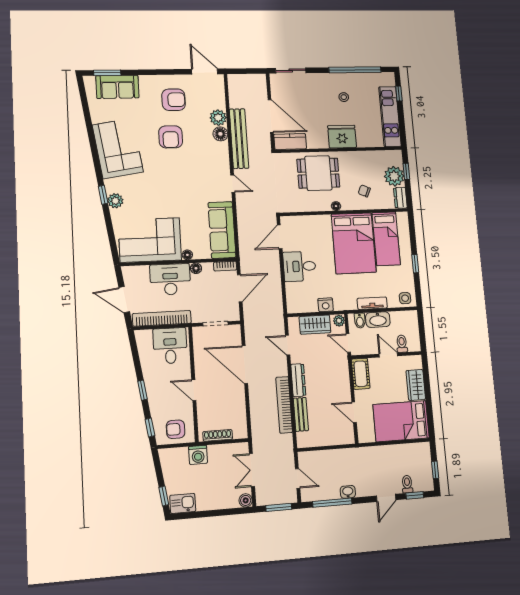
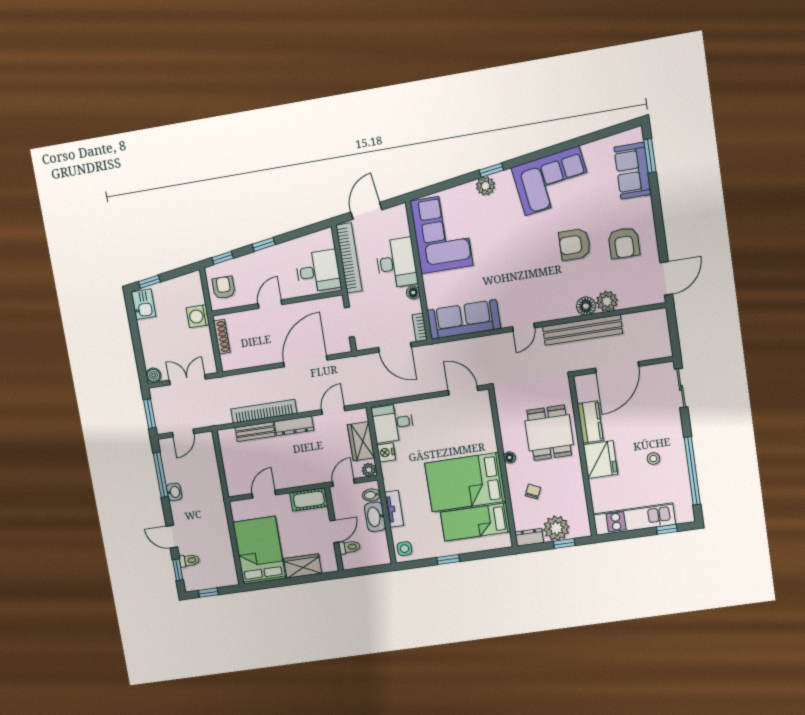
kitchen counter: (290, 141) -> (590, 422), moved
floor lamp: (187, 255) -> (429, 280), removed
desk: (299, 266) -> (393, 423), moved, turned -90

